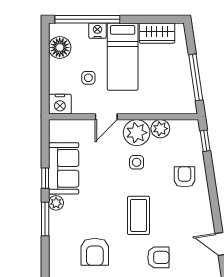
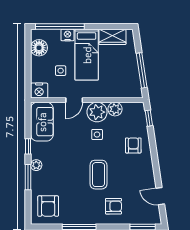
sofa: (64, 168) -> (42, 122), moved
armchair: (95, 252) -> (48, 206), moved

